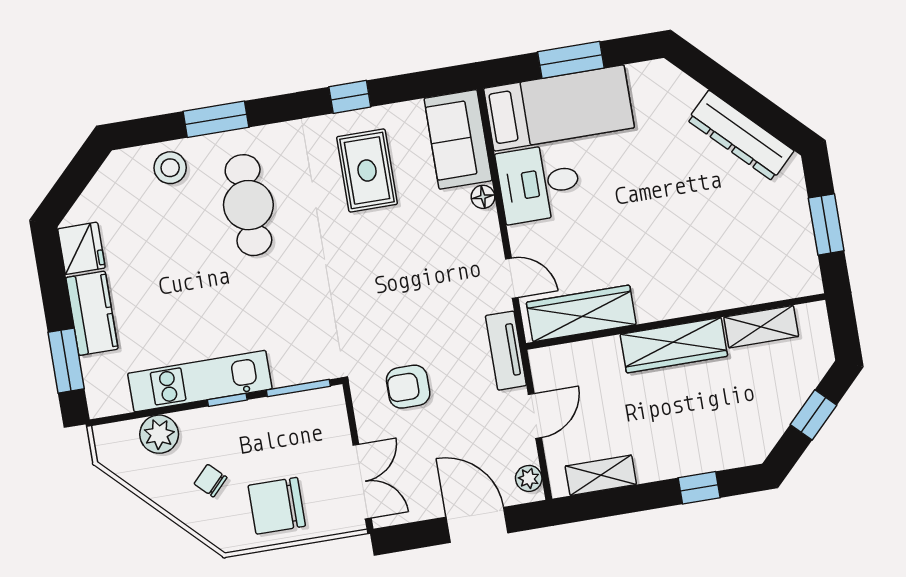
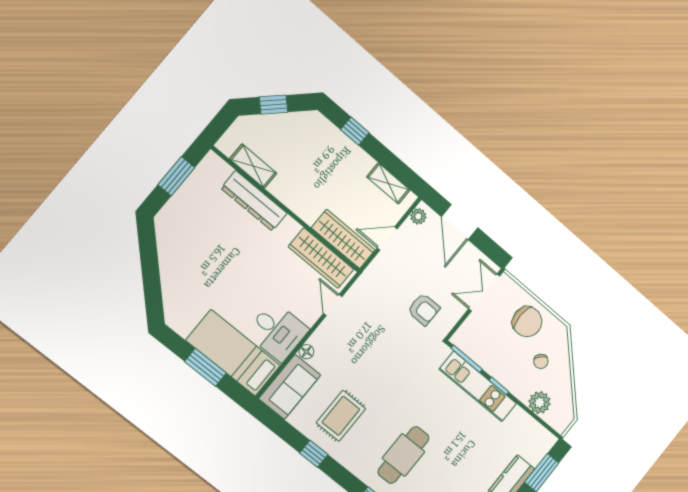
dresser: (741, 136) -> (254, 201), moved, turned 135
wardrobe: (674, 345) -> (343, 239), moved
tv unit: (506, 351) -> (369, 278), removed
kitchen unit: (200, 381) -> (478, 386), moved

